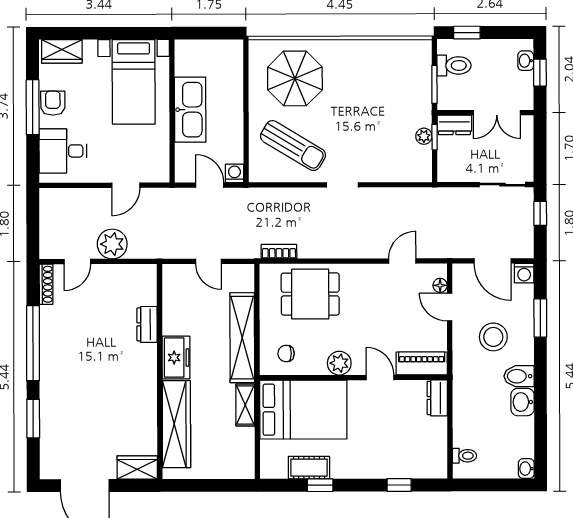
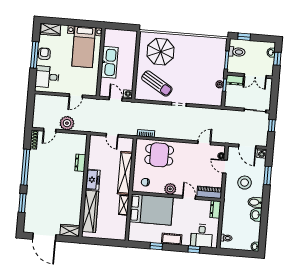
desk: (413, 455) -> (202, 236), added
cot: (309, 468) -> (172, 239), moved

